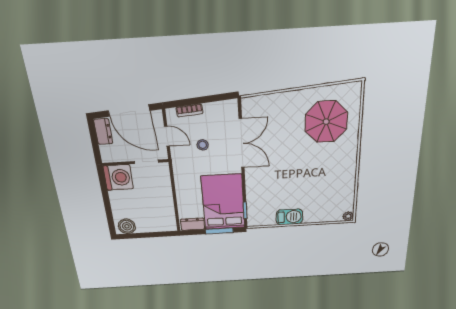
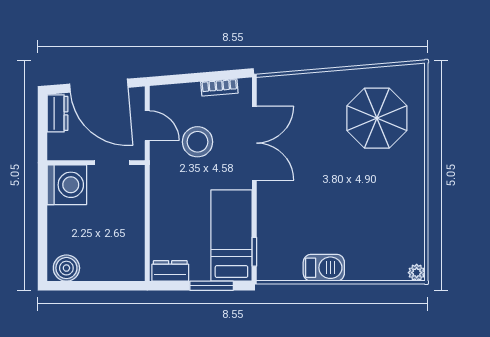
bookcase: (190, 110) -> (219, 87), moved
stool: (203, 145) -> (197, 142), width x1.89, depth x1.89
bed: (223, 202) -> (231, 235), width x0.67

